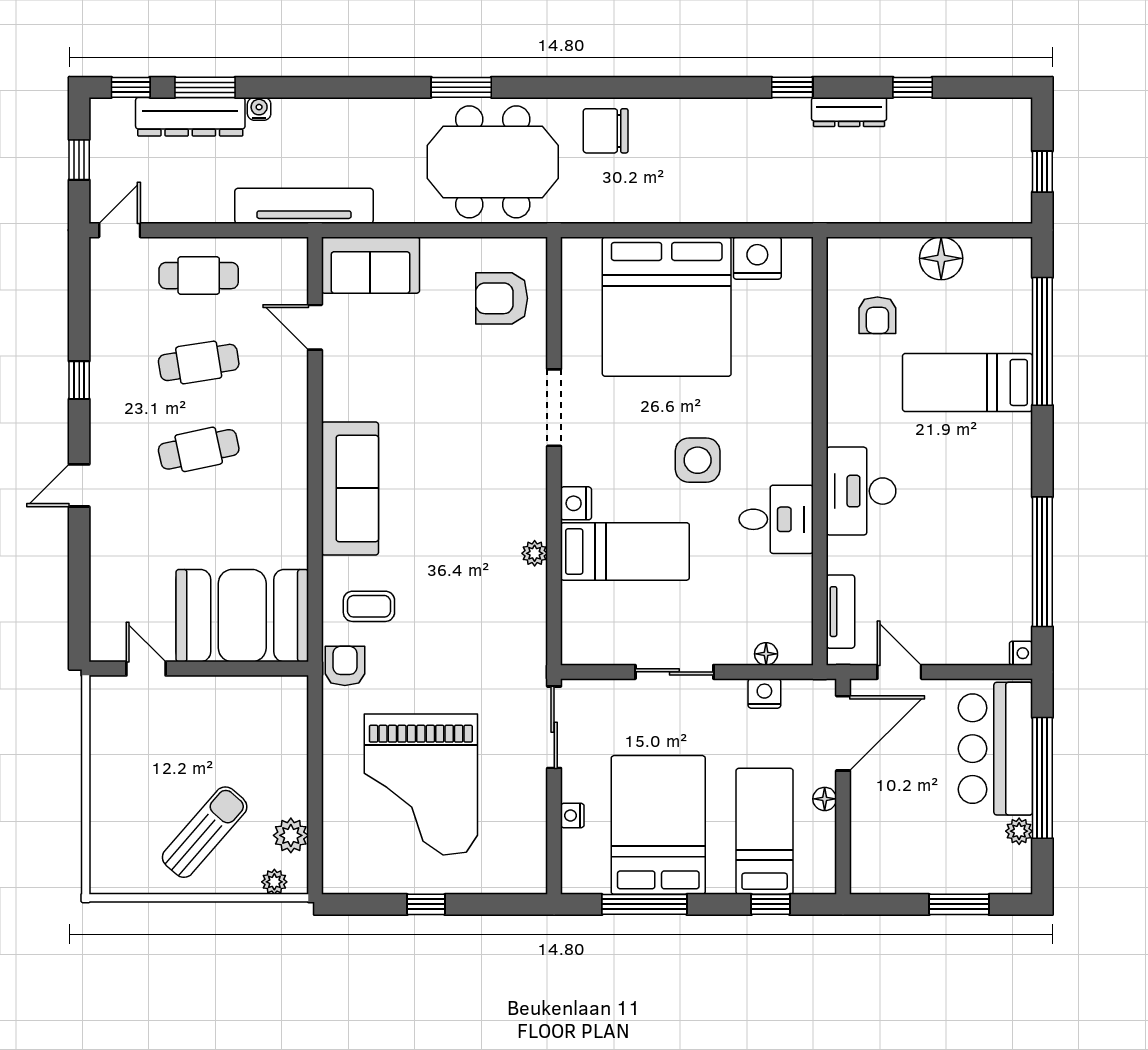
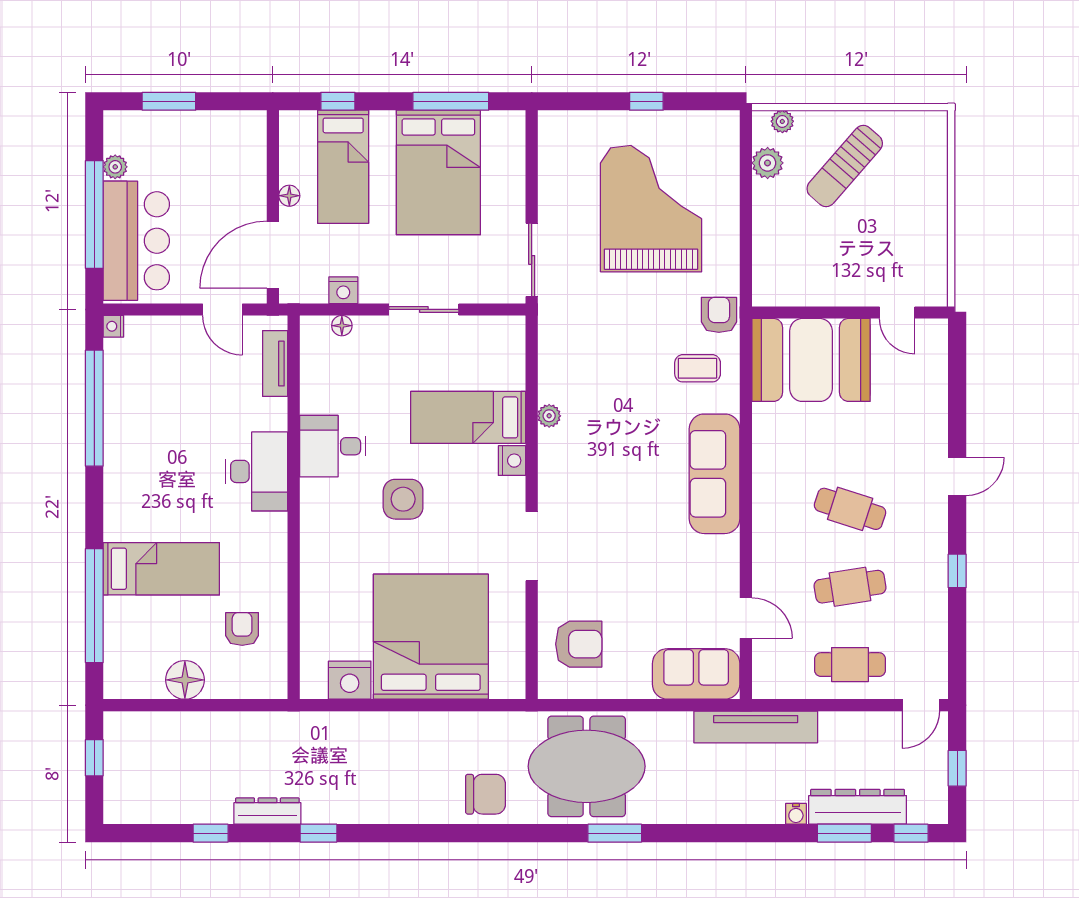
cafe table: (199, 449) -> (850, 509), turned 30
armchair: (345, 666) -> (719, 315), turned 180
nightstand: (572, 816) -> (515, 181), removed

